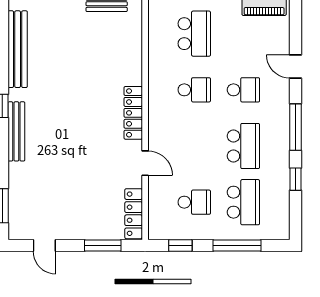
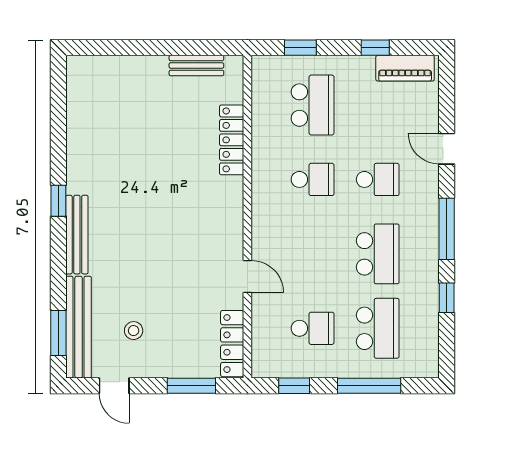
bench: (18, 49) -> (79, 327), moved
locker: (133, 113) -> (232, 140), moved
stool: (59, 204) -> (134, 331), added

